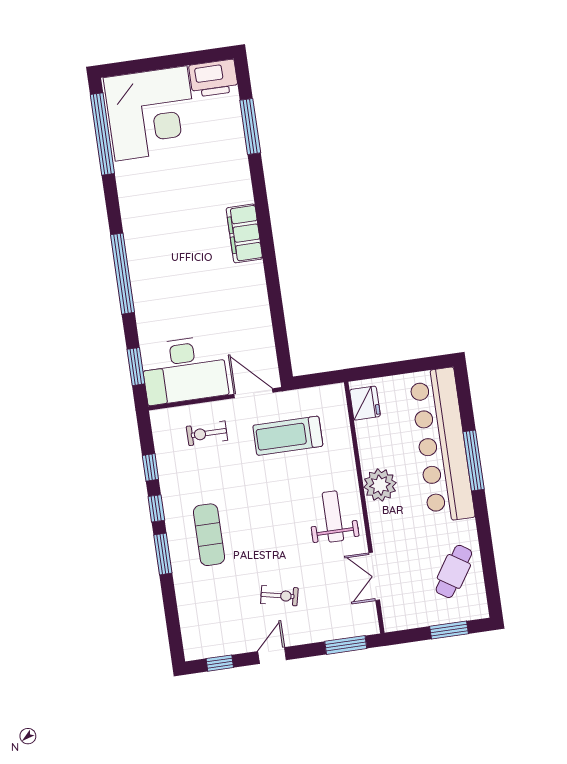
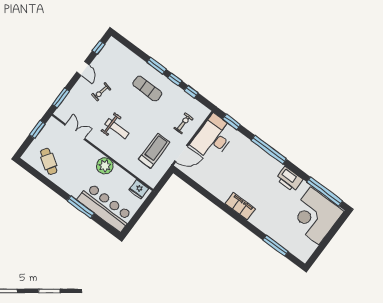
printer: (214, 78) -> (289, 179), moved, turned -90
bar counter: (442, 445) -> (105, 207), width x0.73
weight bench: (333, 516) -> (117, 129), moved
window: (449, 630) -> (37, 129), moved

